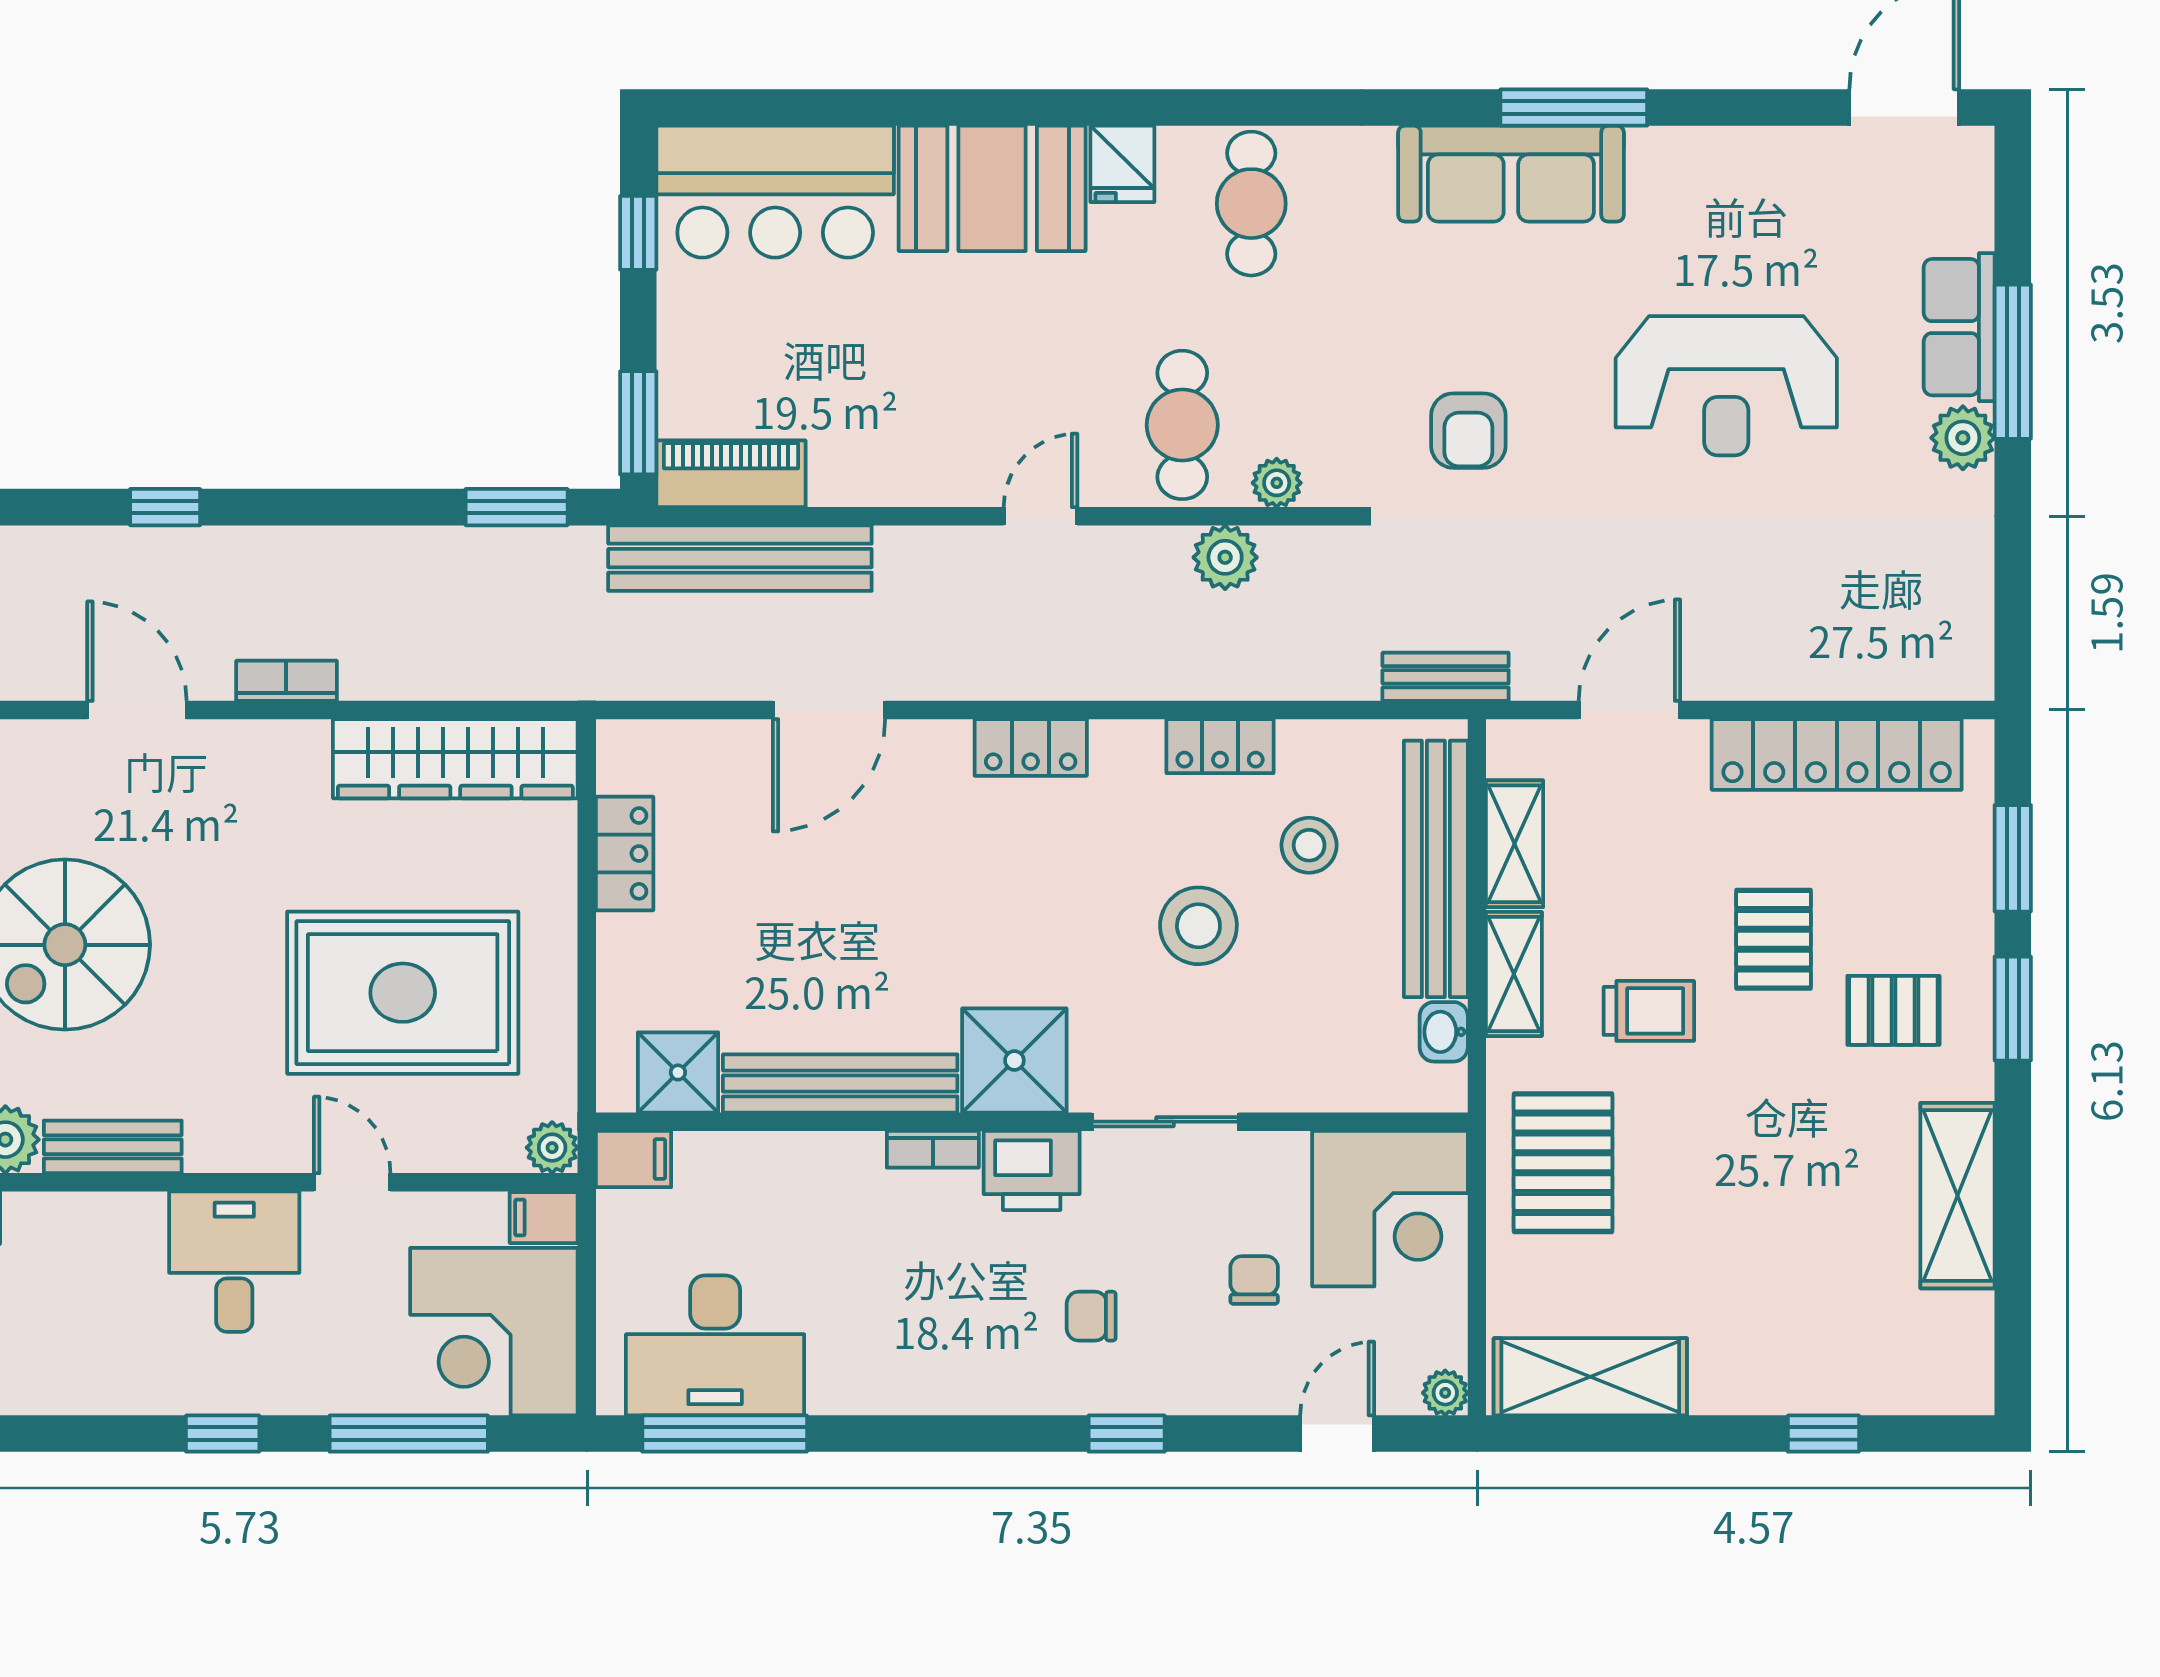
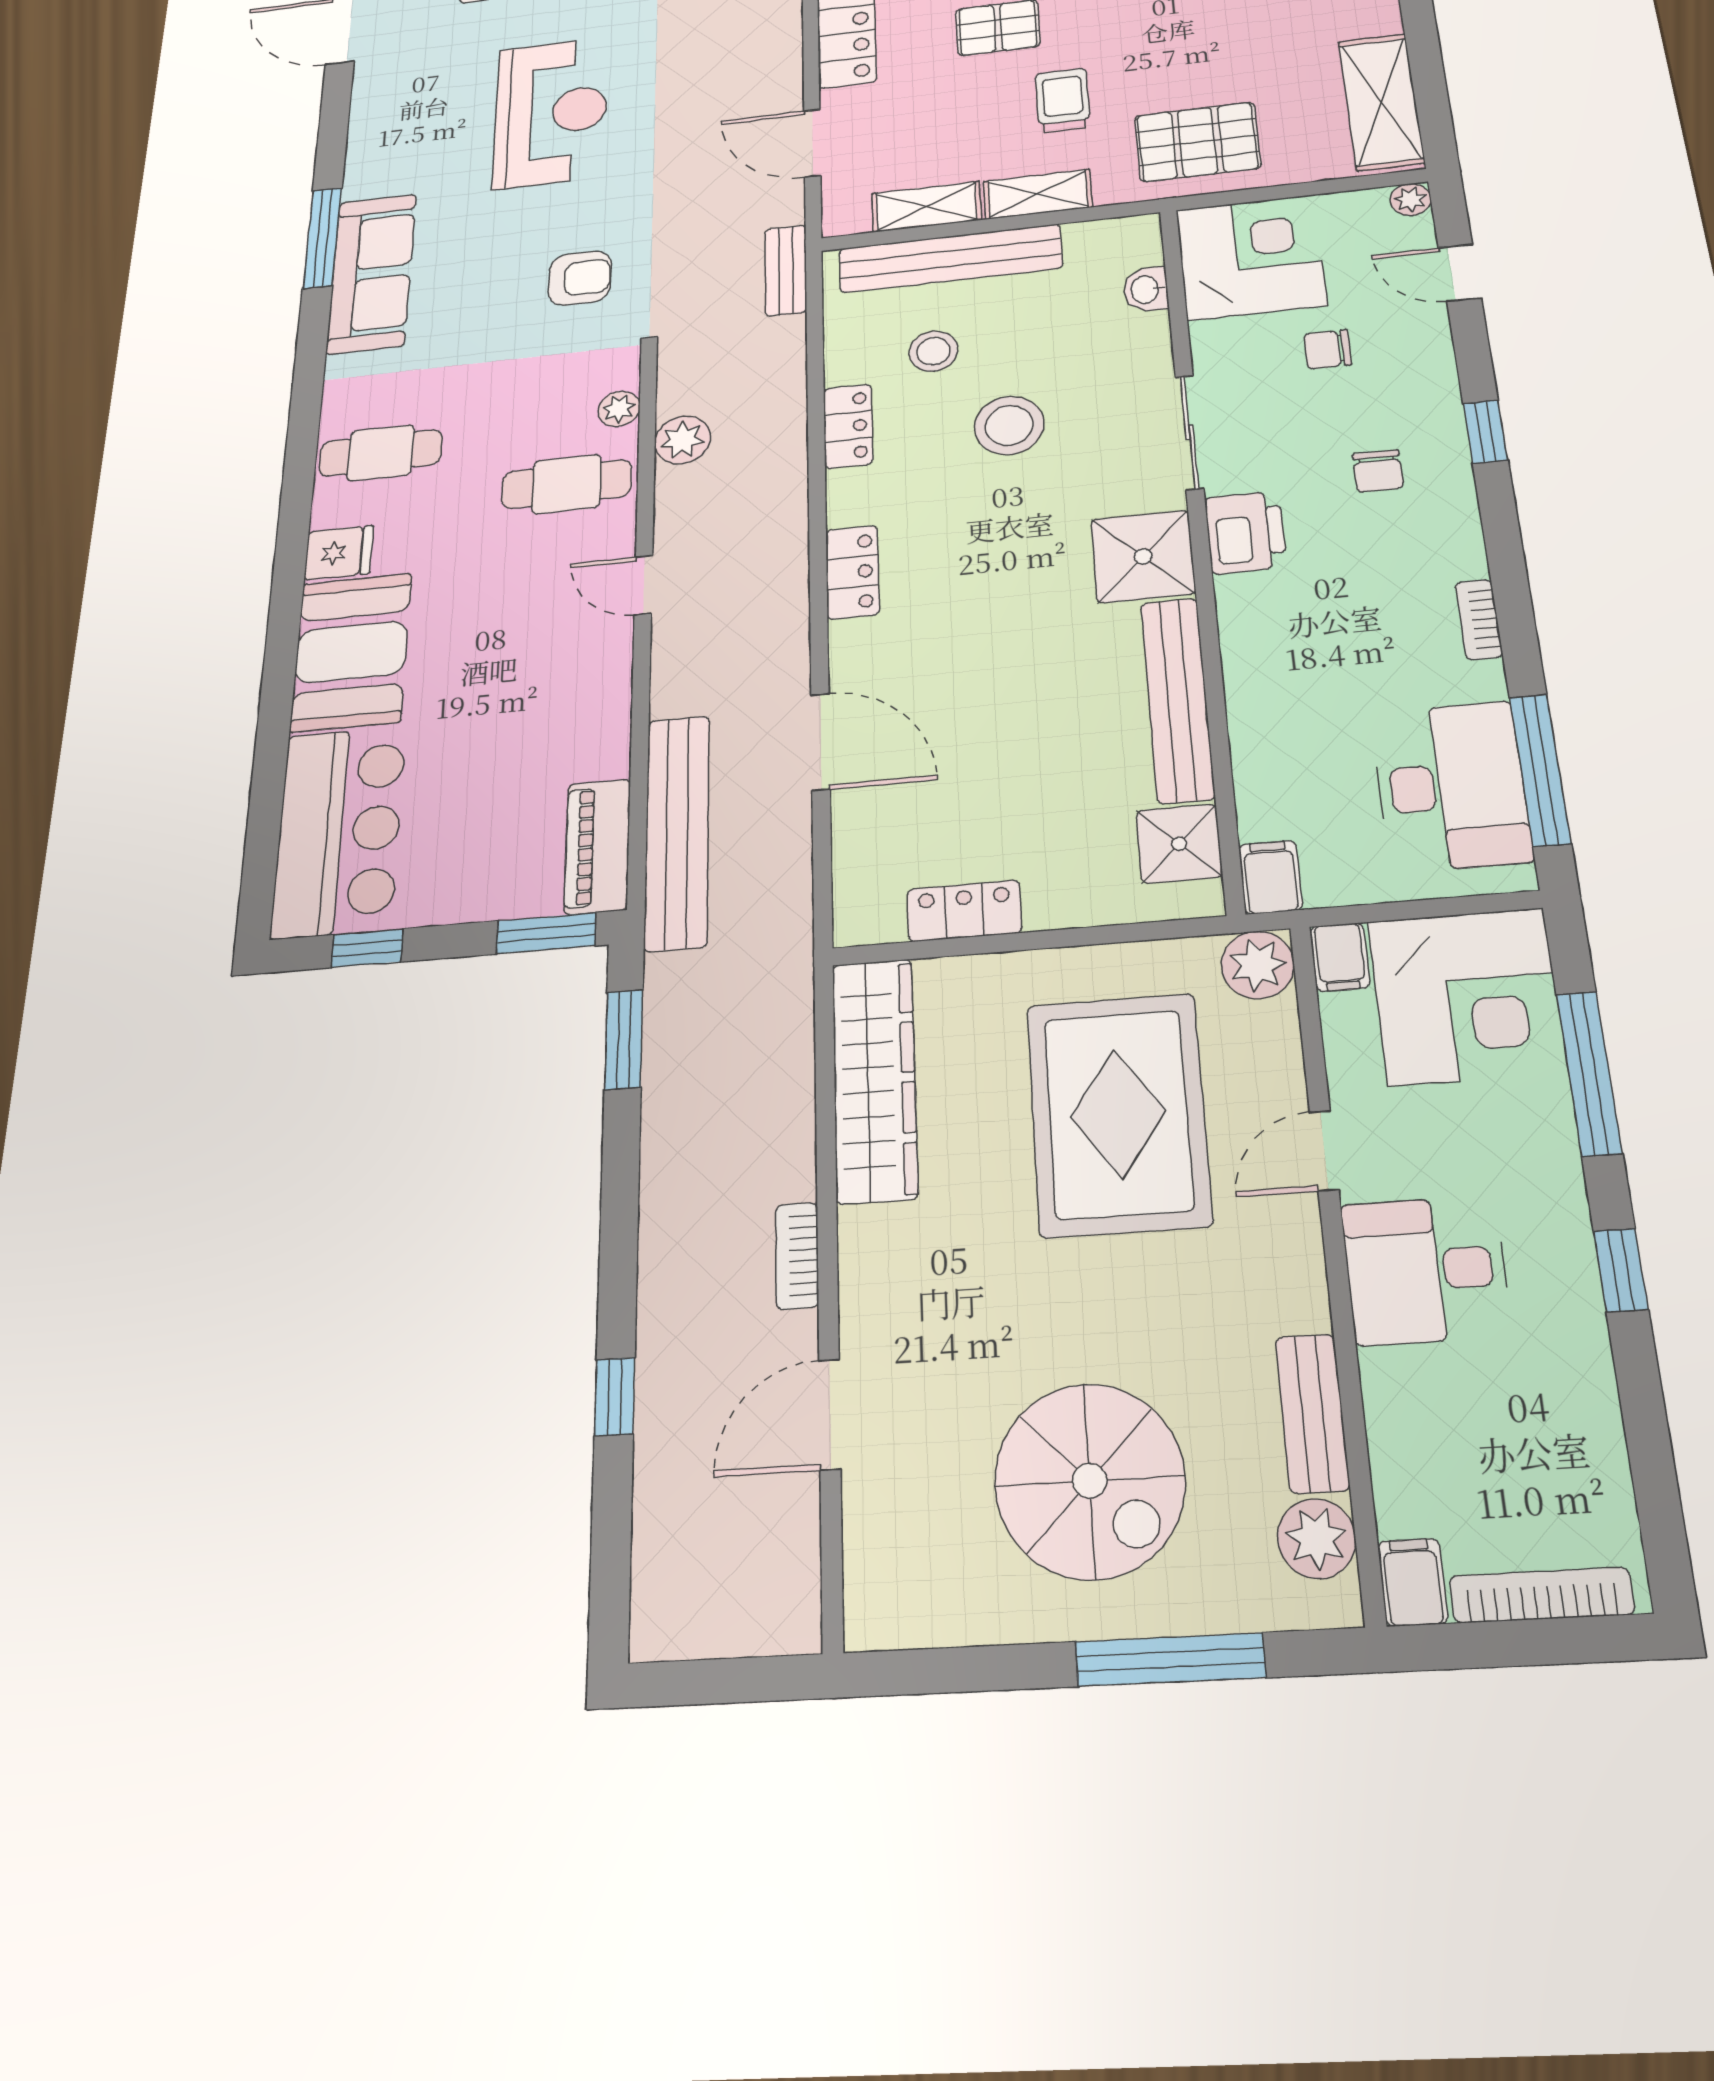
washbasin: (1444, 1032) -> (1146, 289), moved, turned 90
plant: (552, 1148) -> (1258, 965), width x1.38, depth x1.38
bookcase: (933, 1149) -> (1479, 619), moved, turned 180

